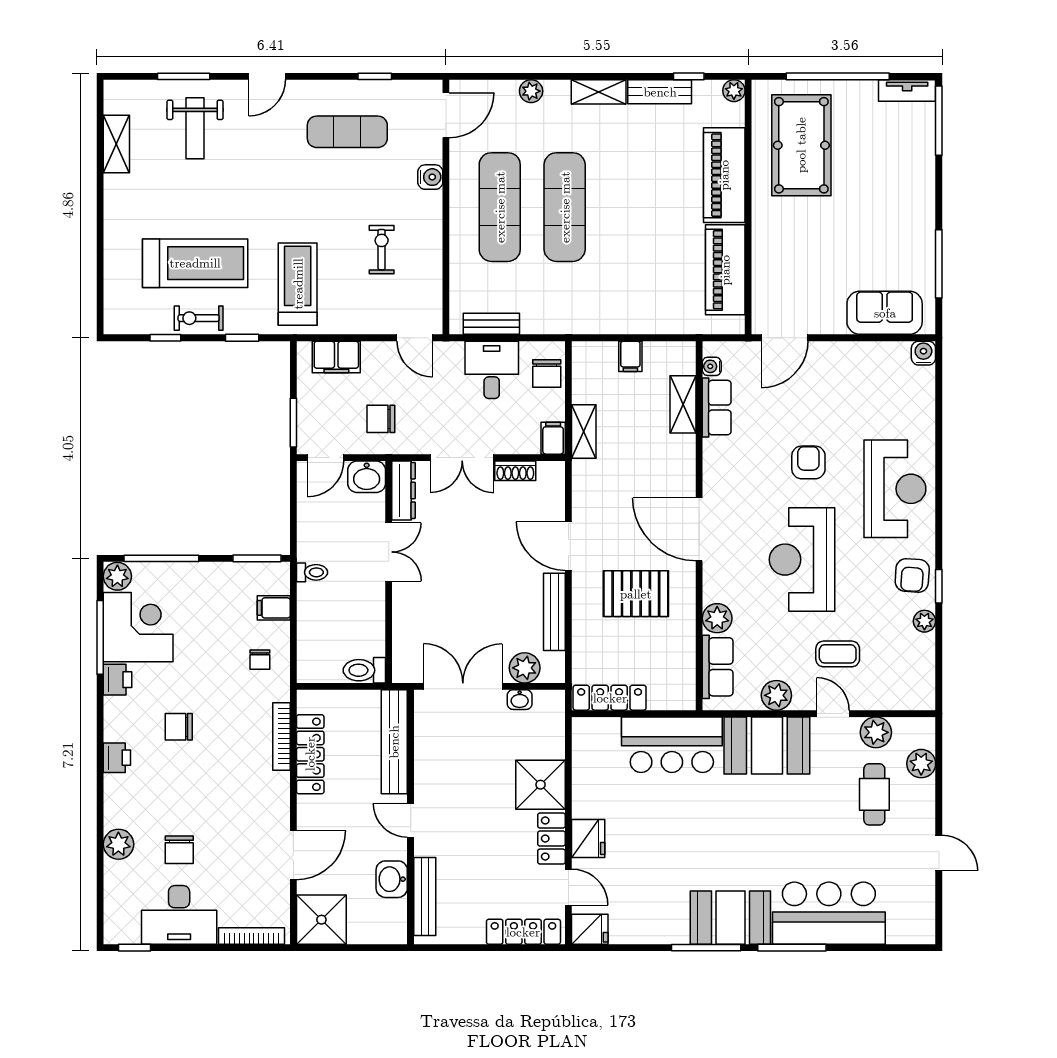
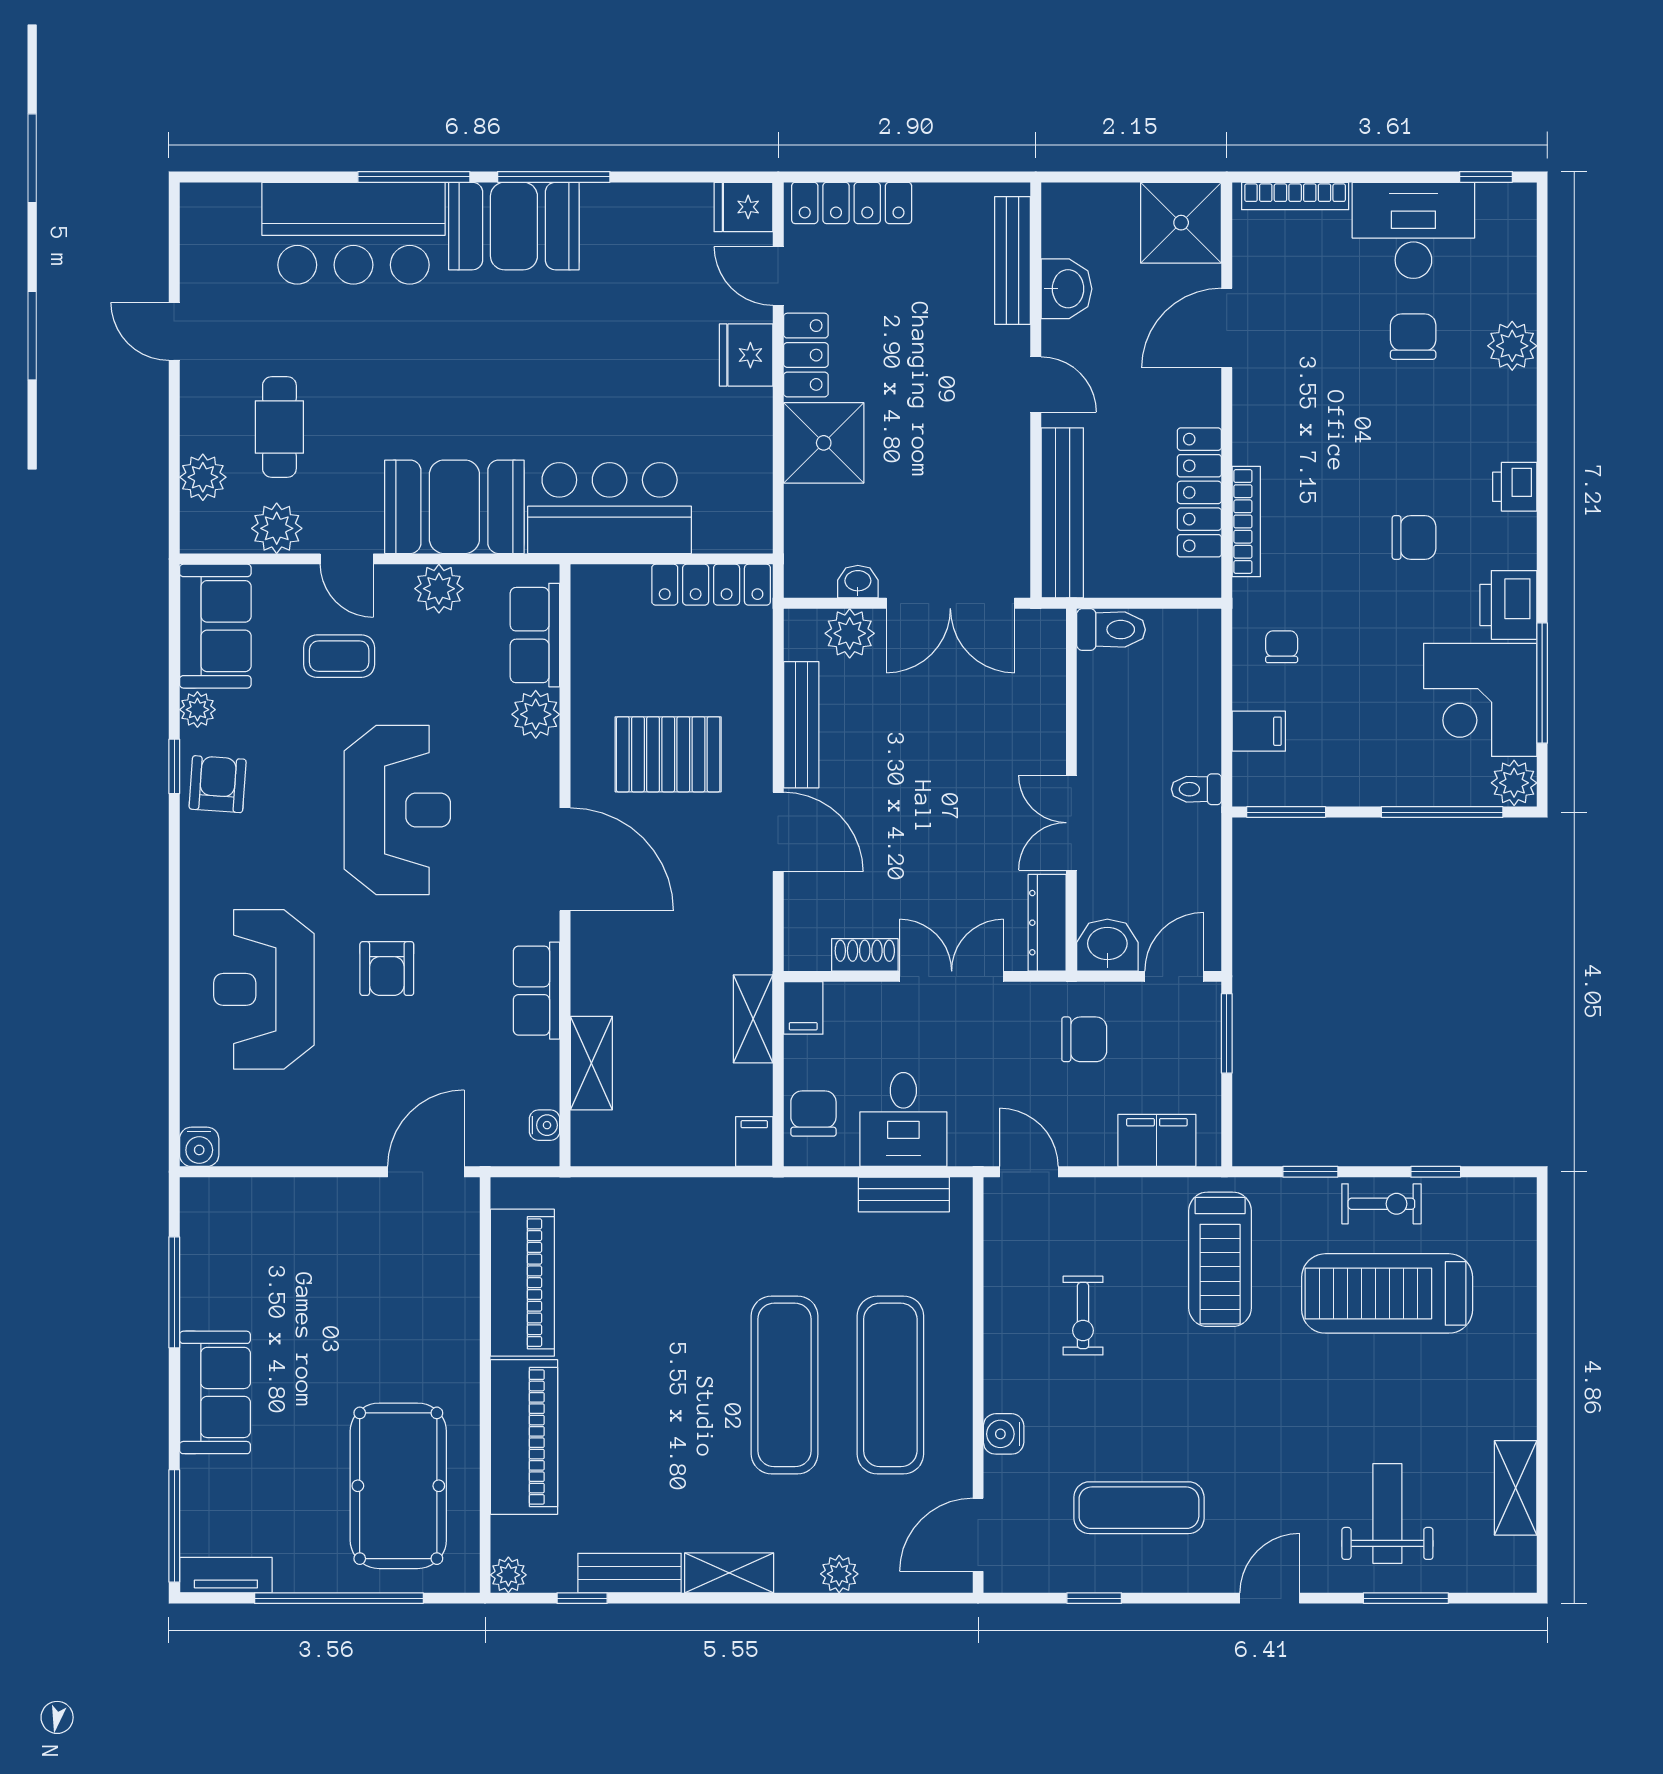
sofa: (885, 313) -> (215, 1392), moved, turned -90
filing cabinet: (630, 356) -> (754, 1142), moved
row of seats: (717, 408) -> (537, 991), moved
reception desk: (895, 489) -> (264, 989), moved
sofa: (914, 672) -> (215, 626), added
printer: (117, 680) -> (1508, 605), width x1.36, depth x1.24

